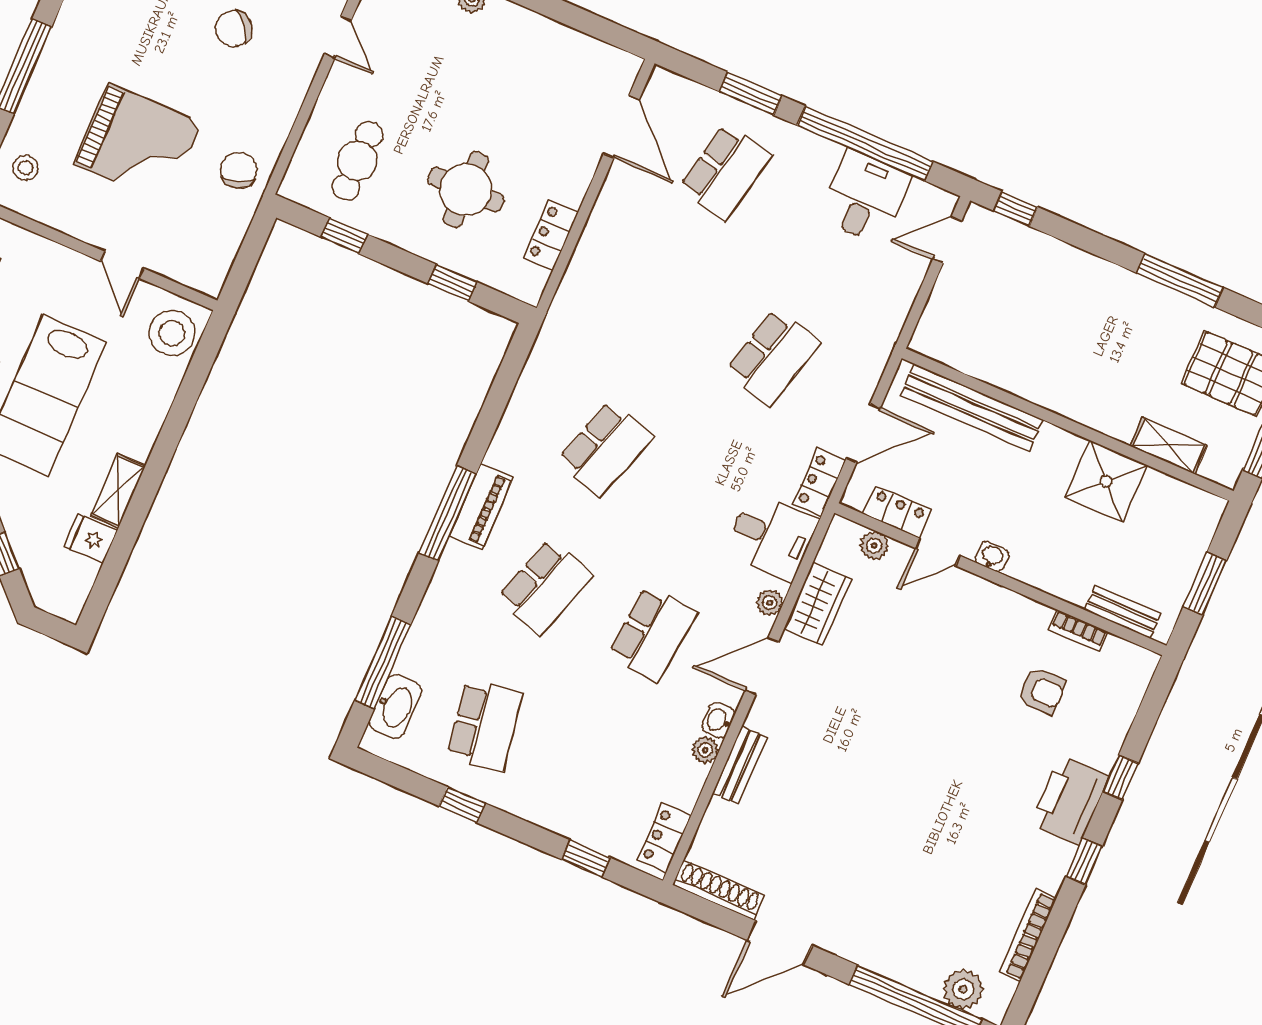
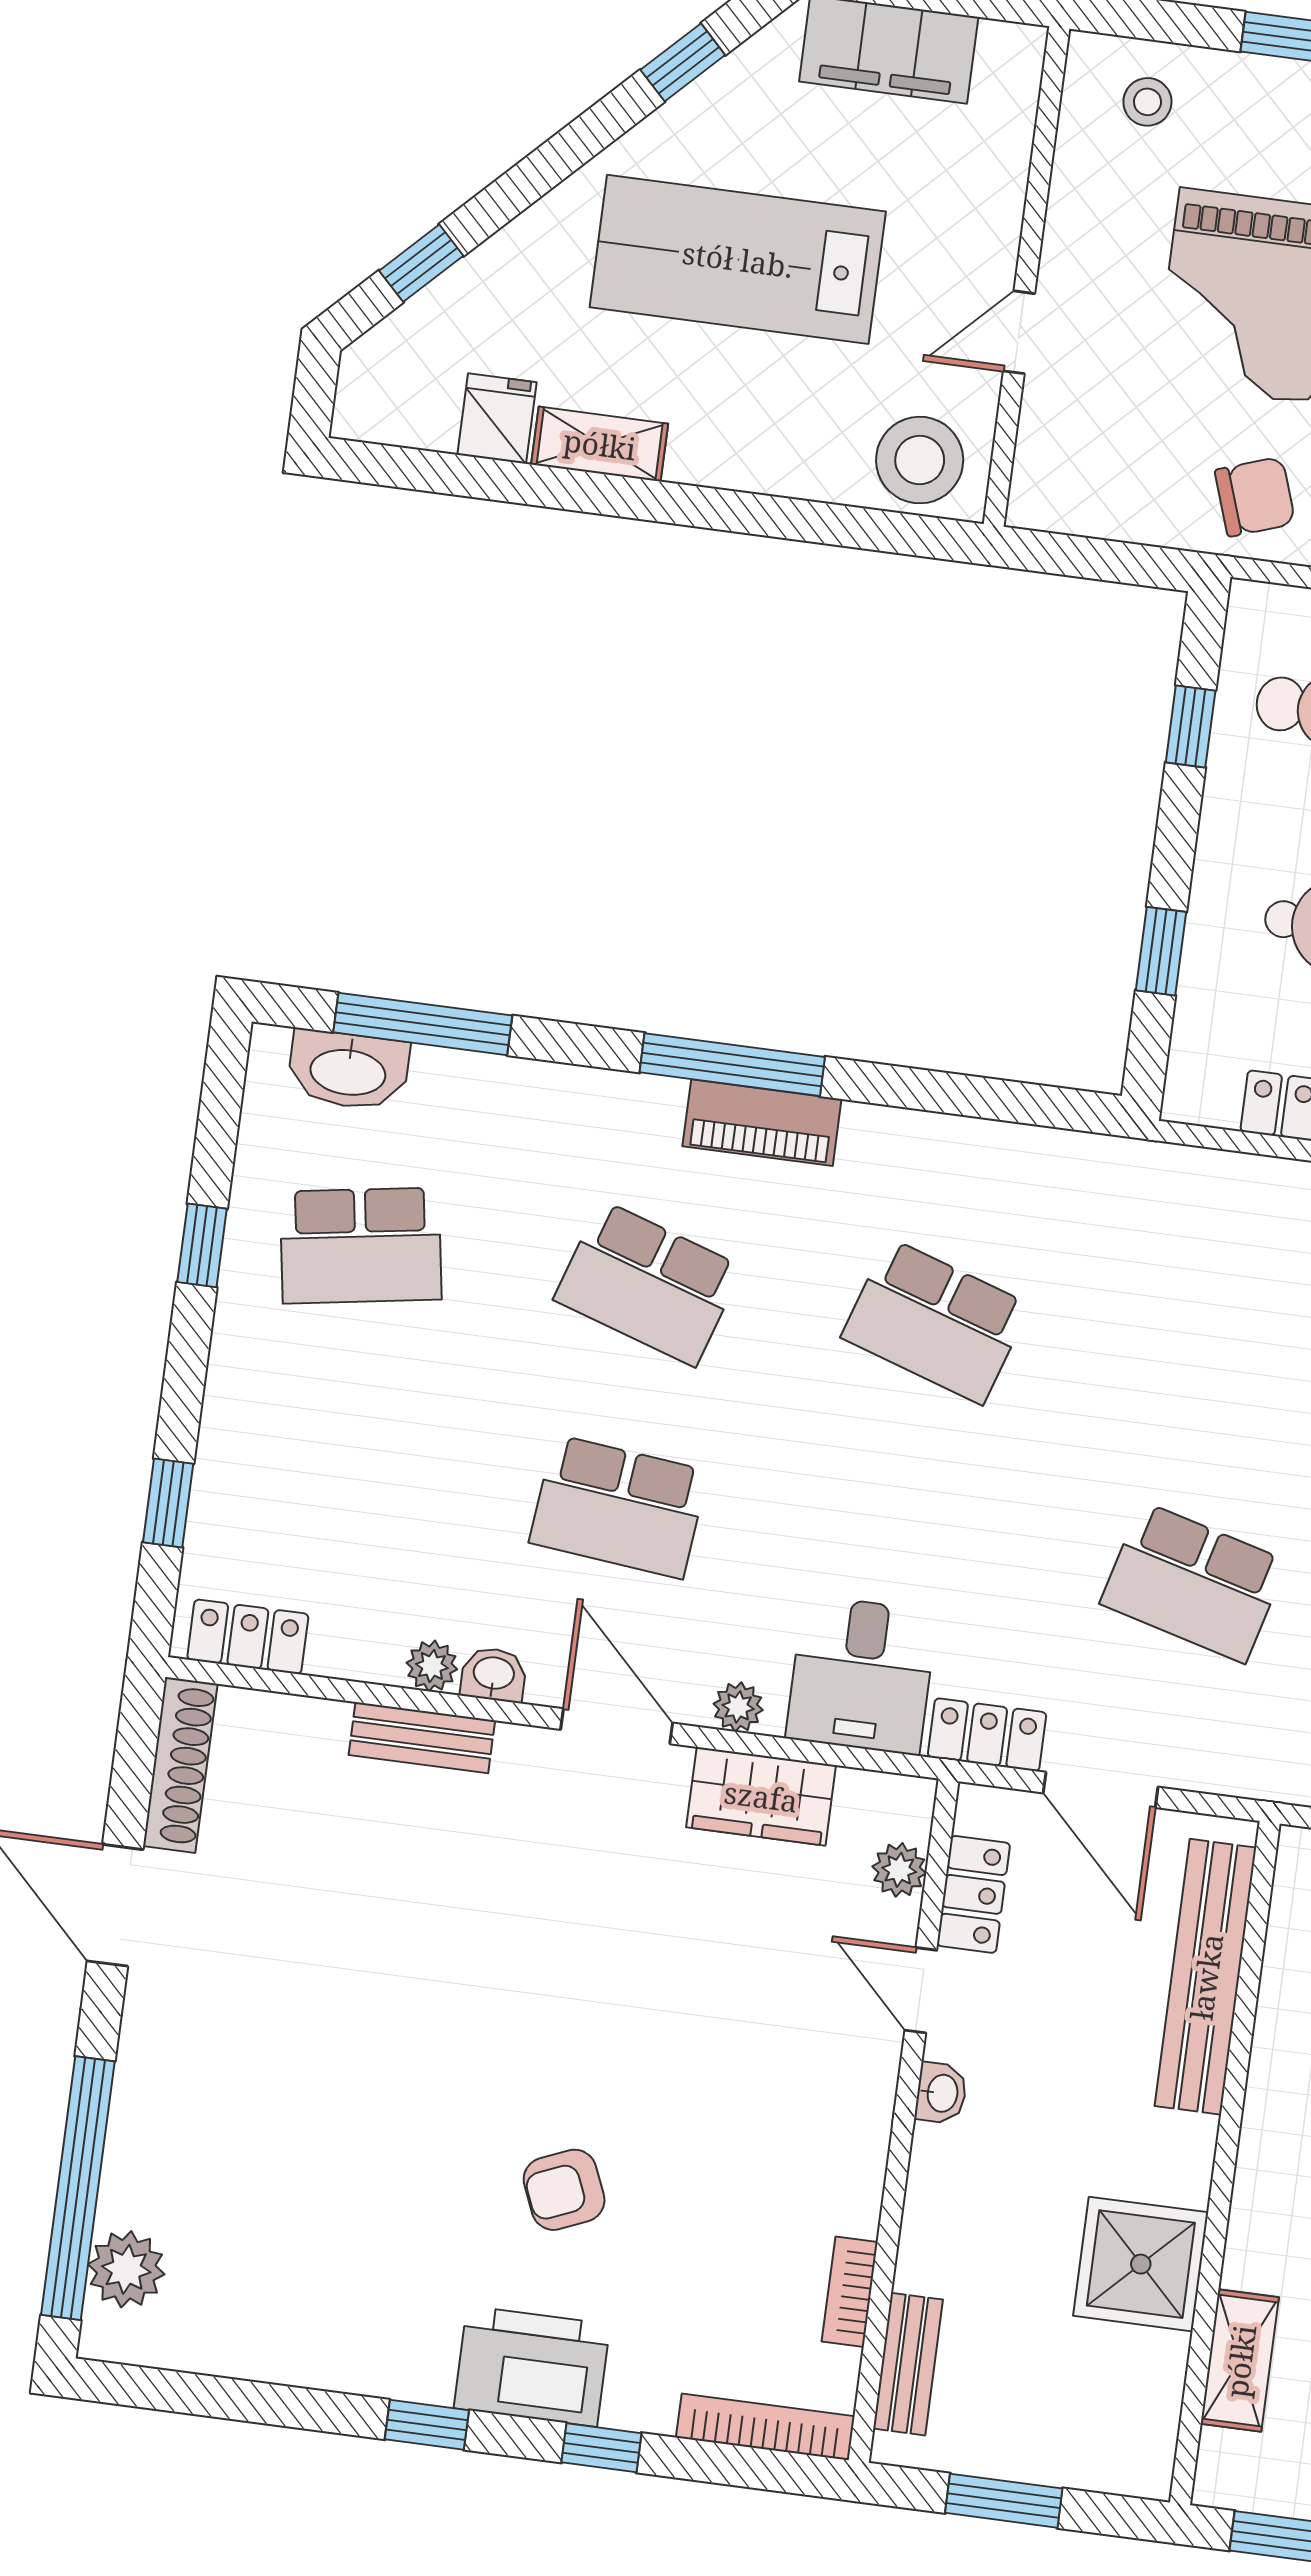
armchair: (1042, 691) -> (564, 2190), moved, turned 67
bookcase: (1028, 935) -> (765, 2427), moved

